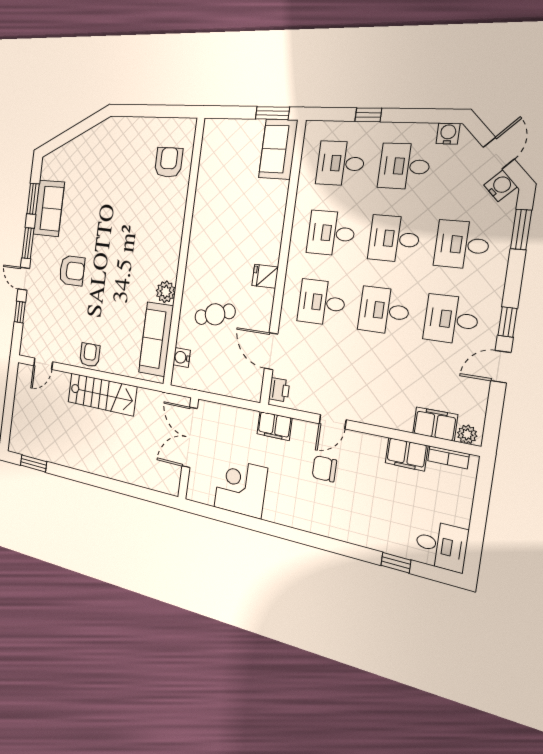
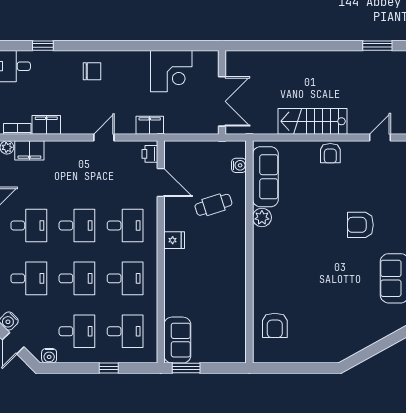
chair: (324, 469) -> (92, 71), moved

